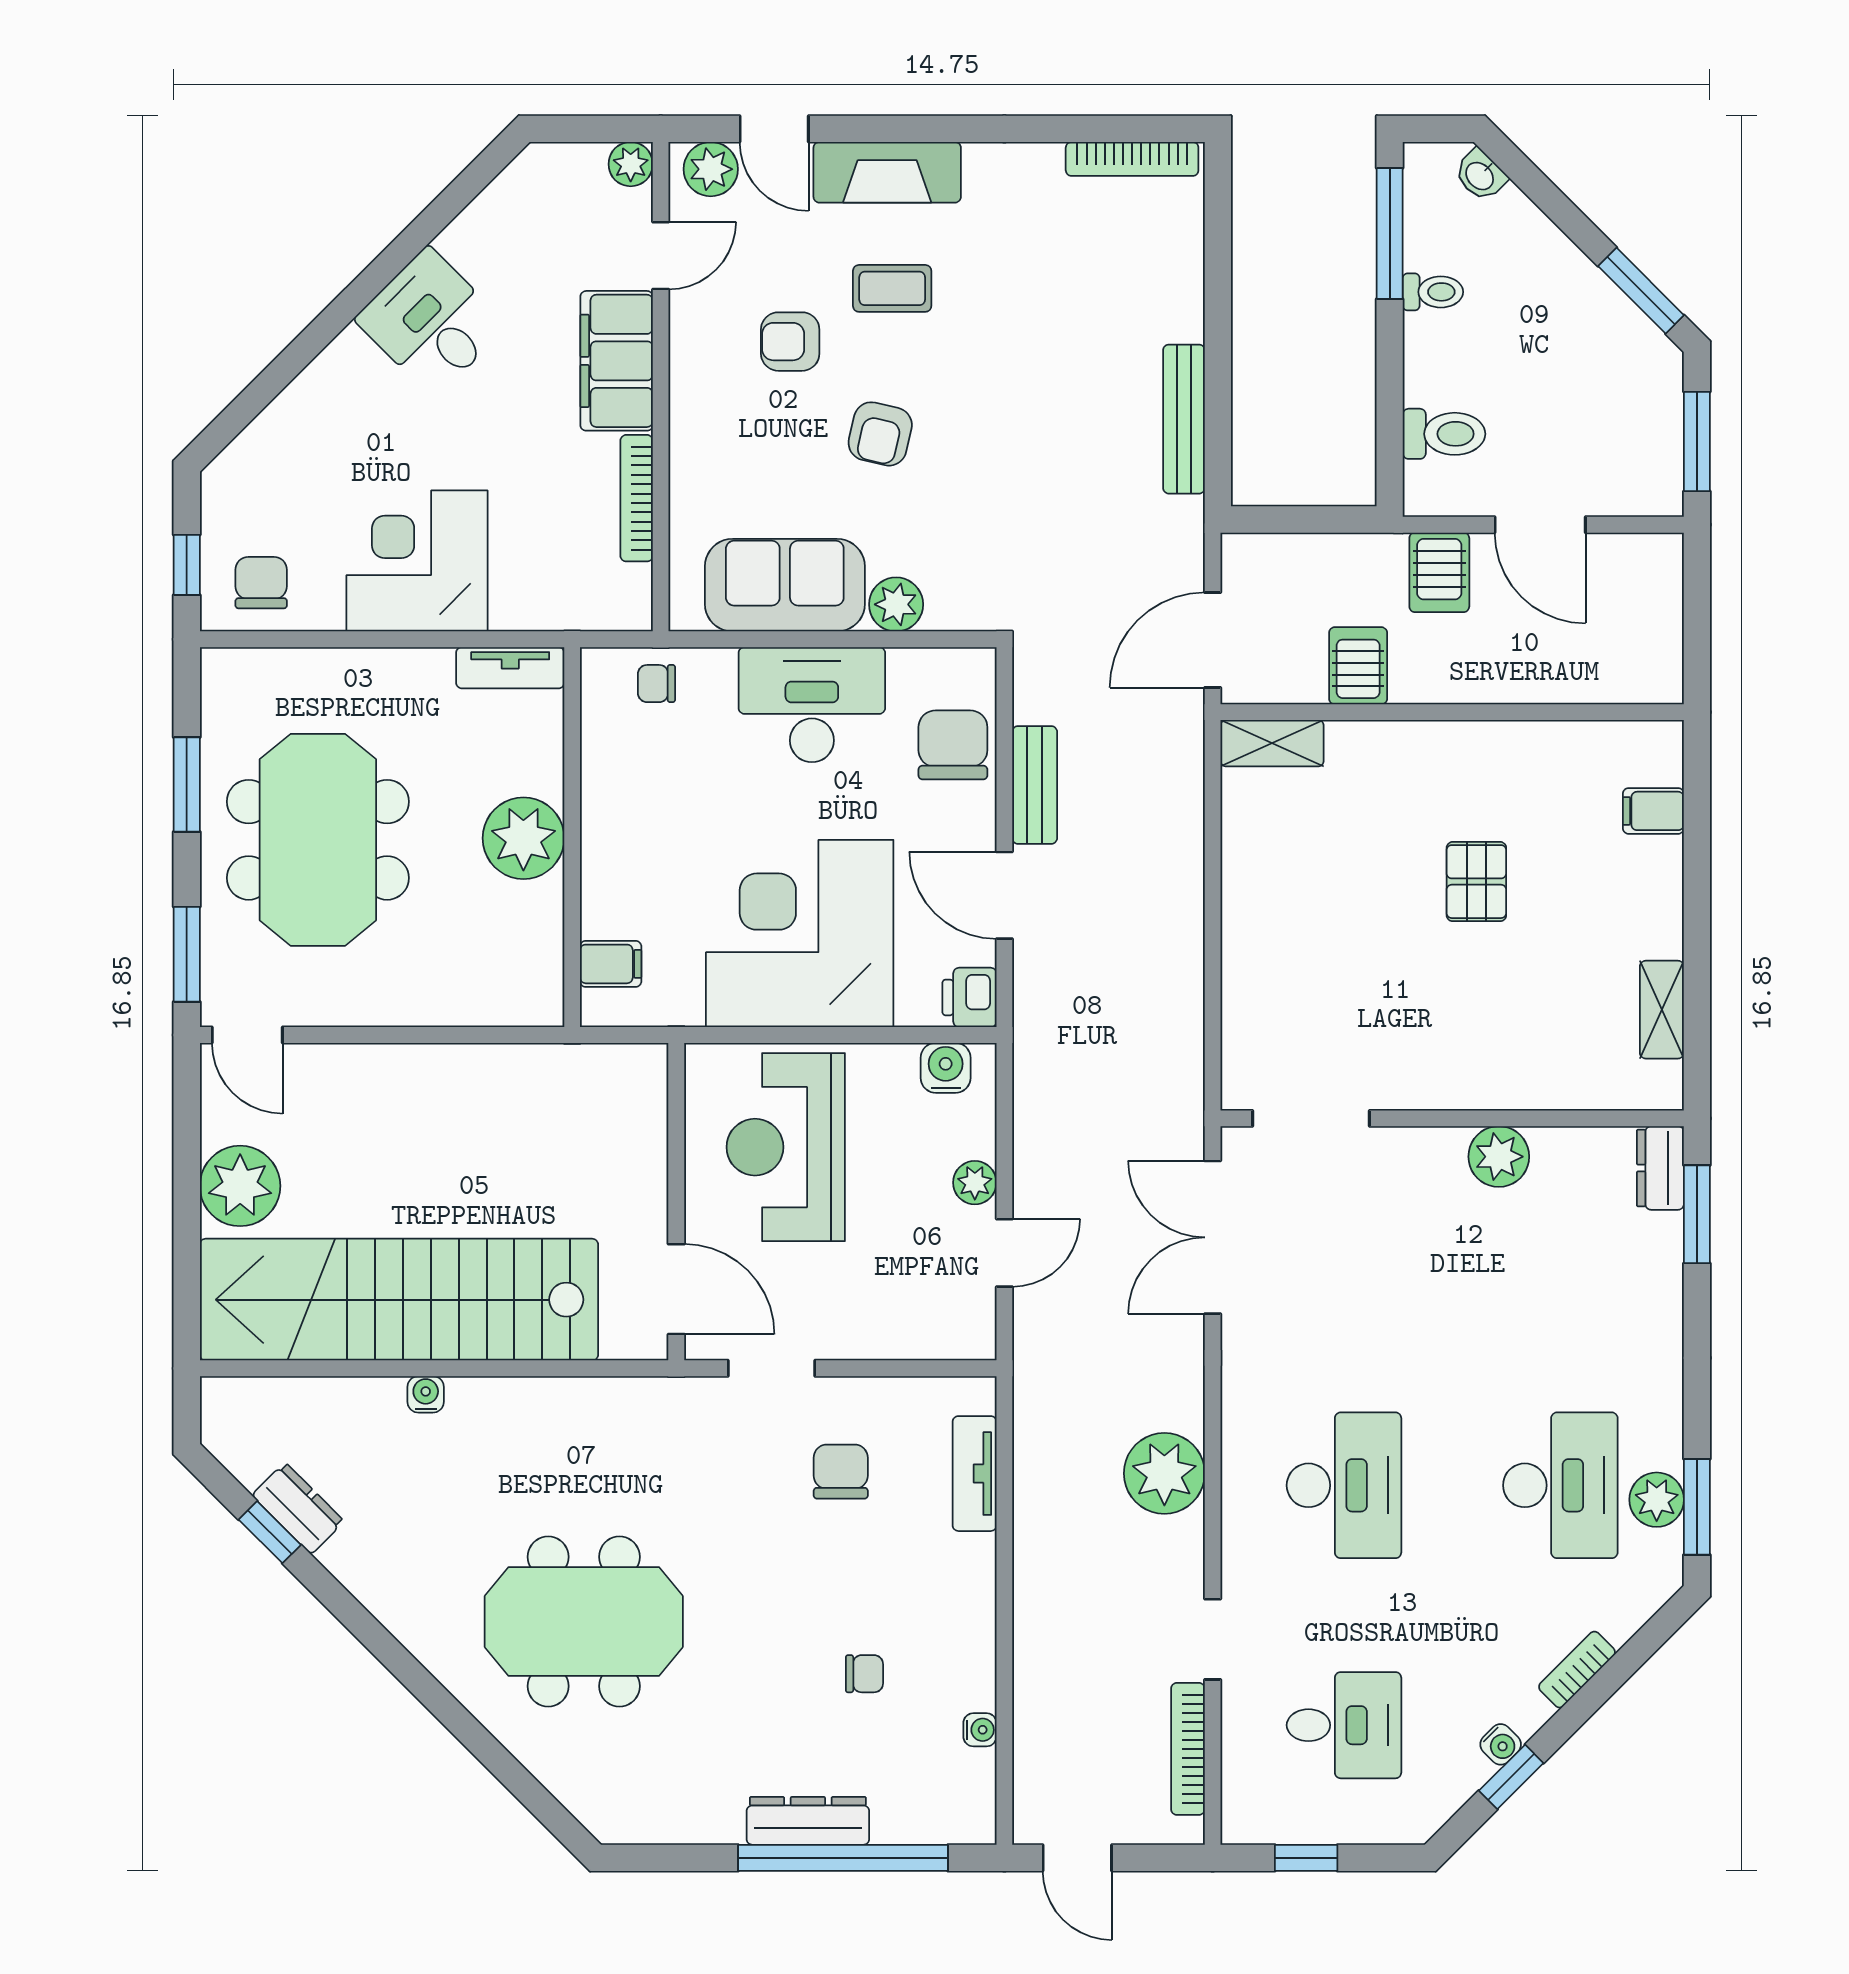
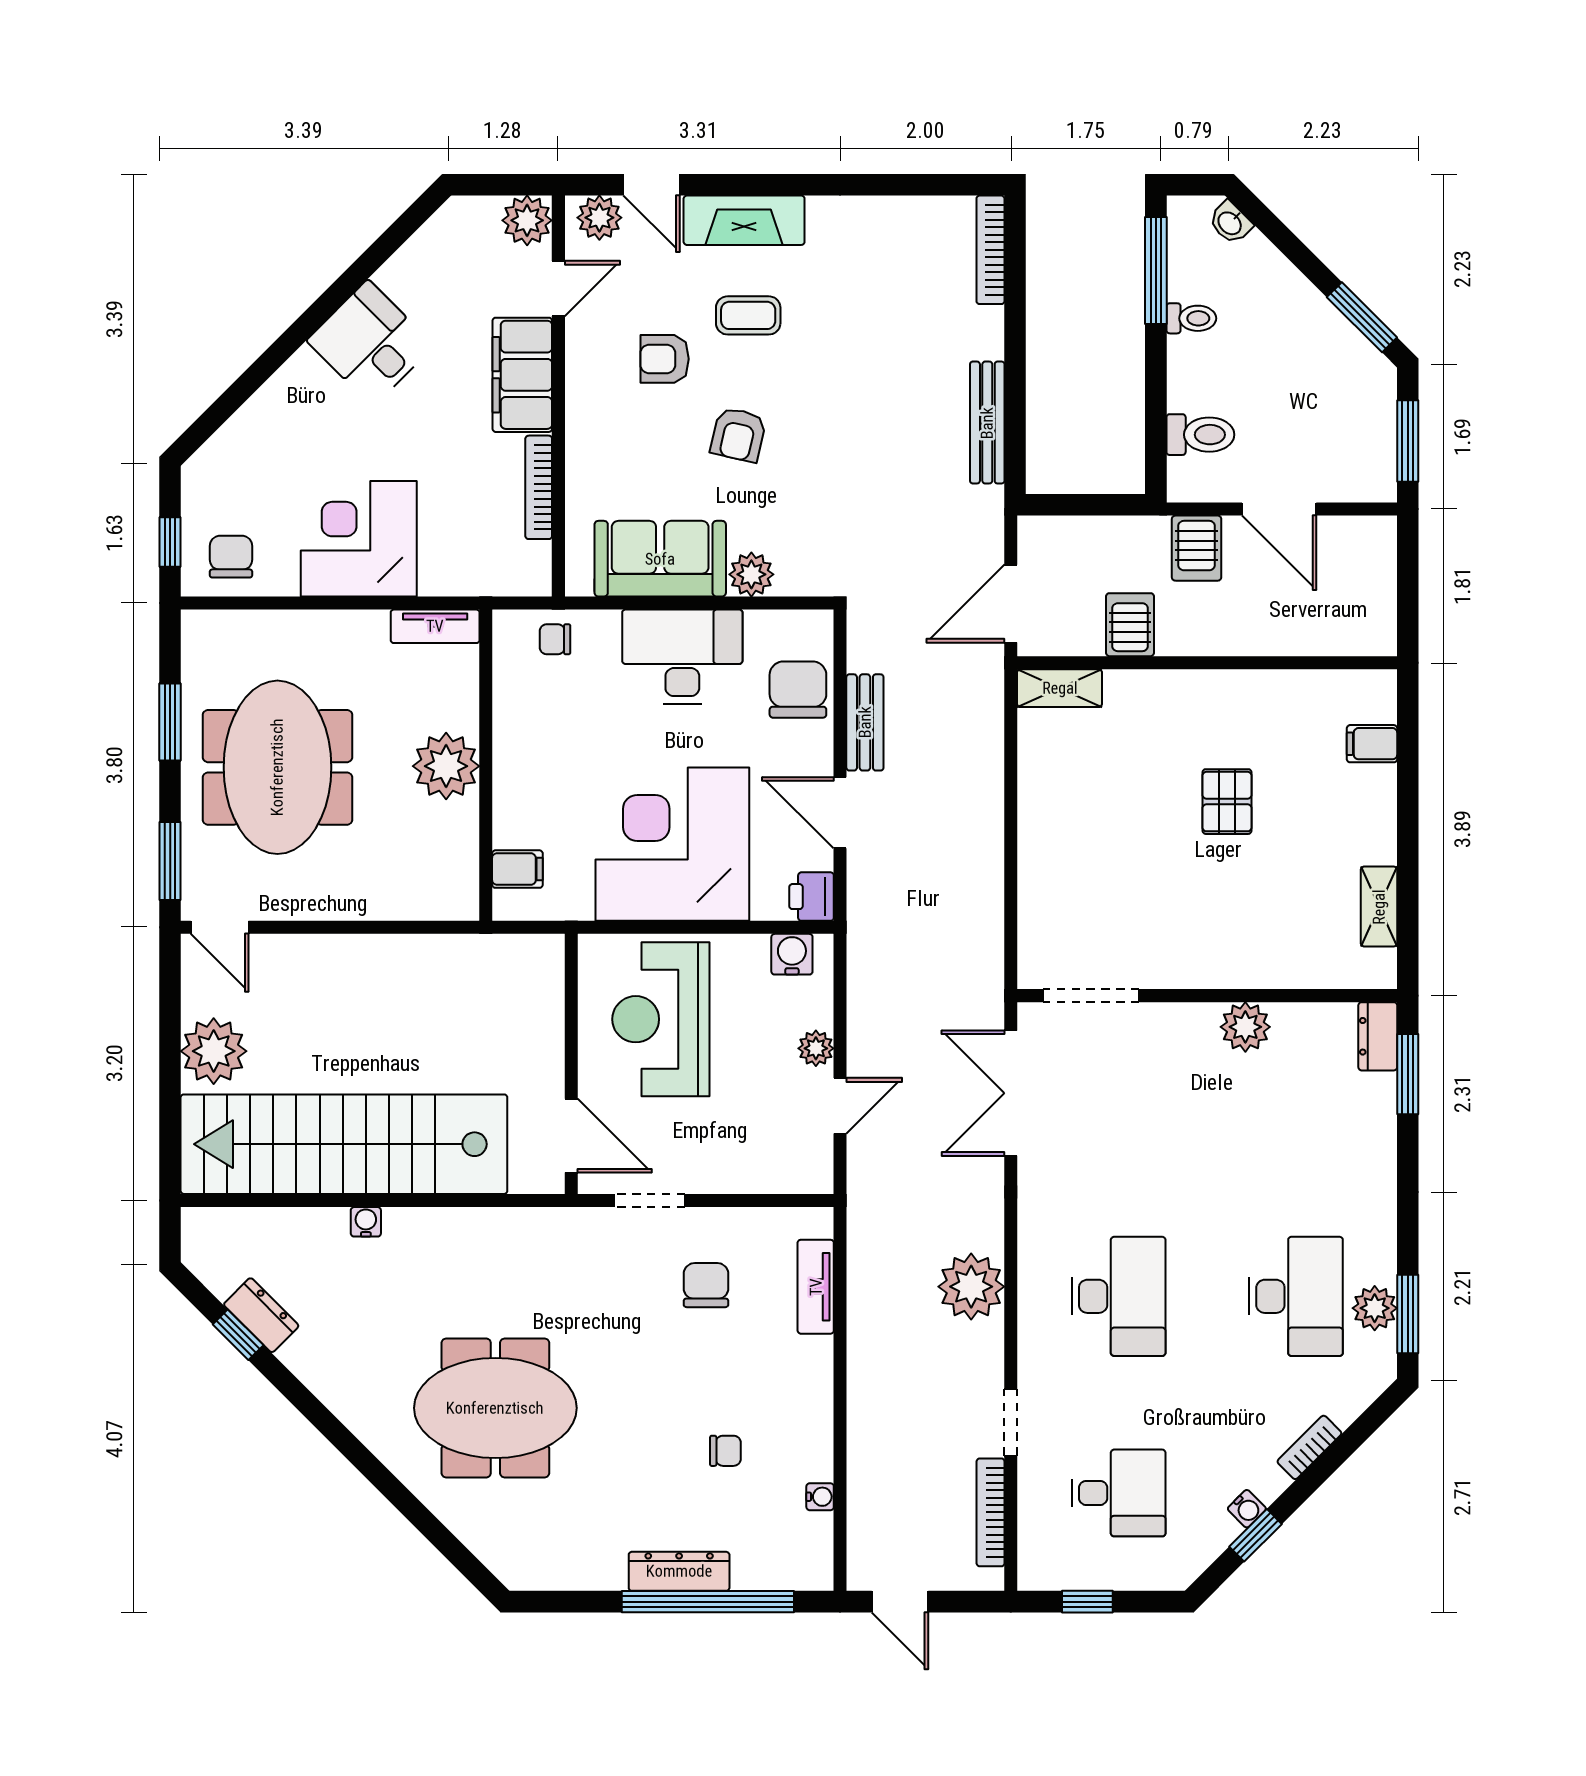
bookcase: (1132, 159) -> (990, 250), moved, turned 90
plant: (631, 164) -> (527, 220), width x1.38, depth x1.38

